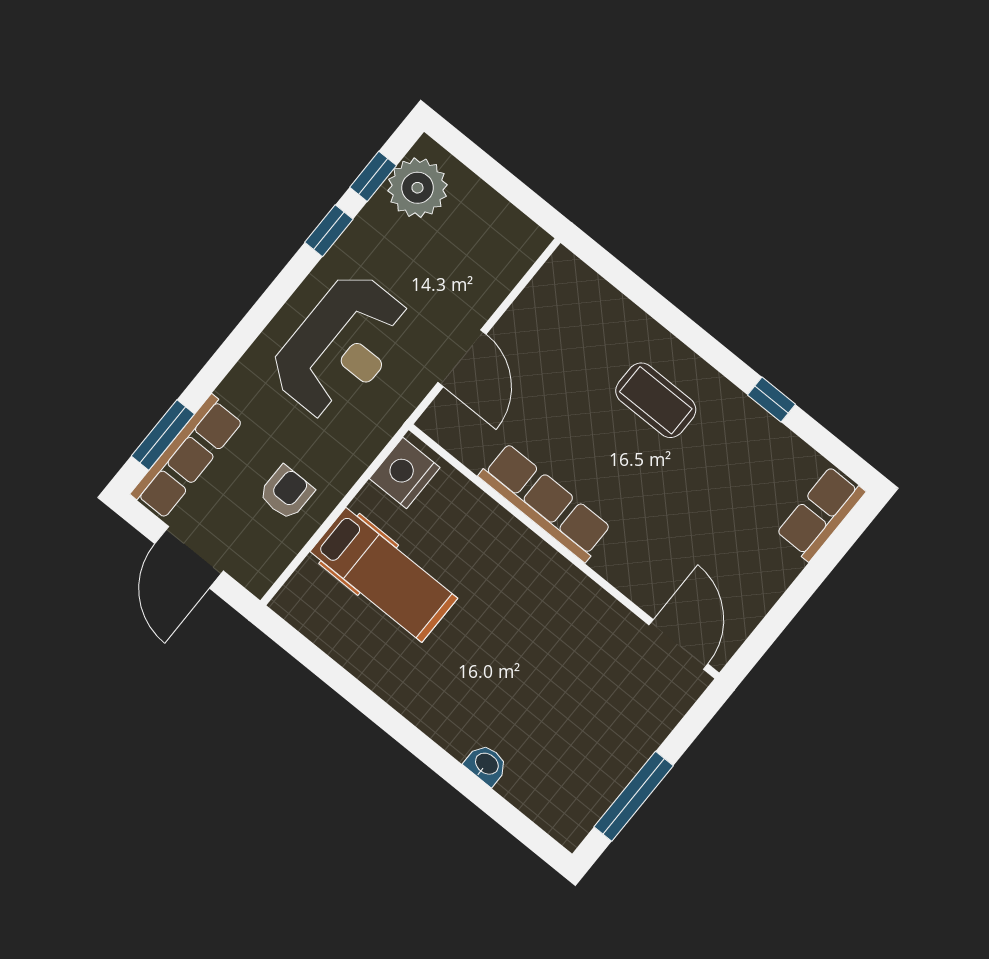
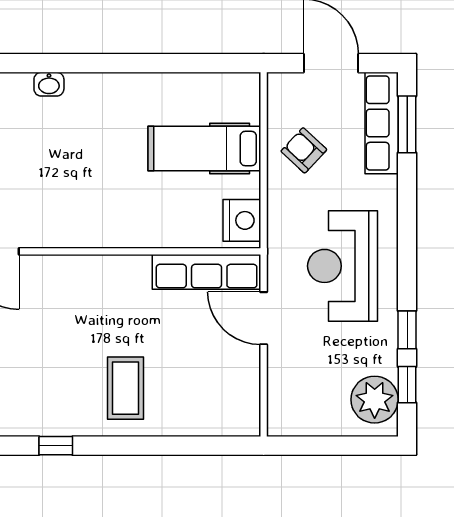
coffee table: (656, 400) -> (126, 388), turned 90
armchair: (286, 493) -> (304, 150), turned 133
row of seats: (545, 502) -> (207, 272), moved

